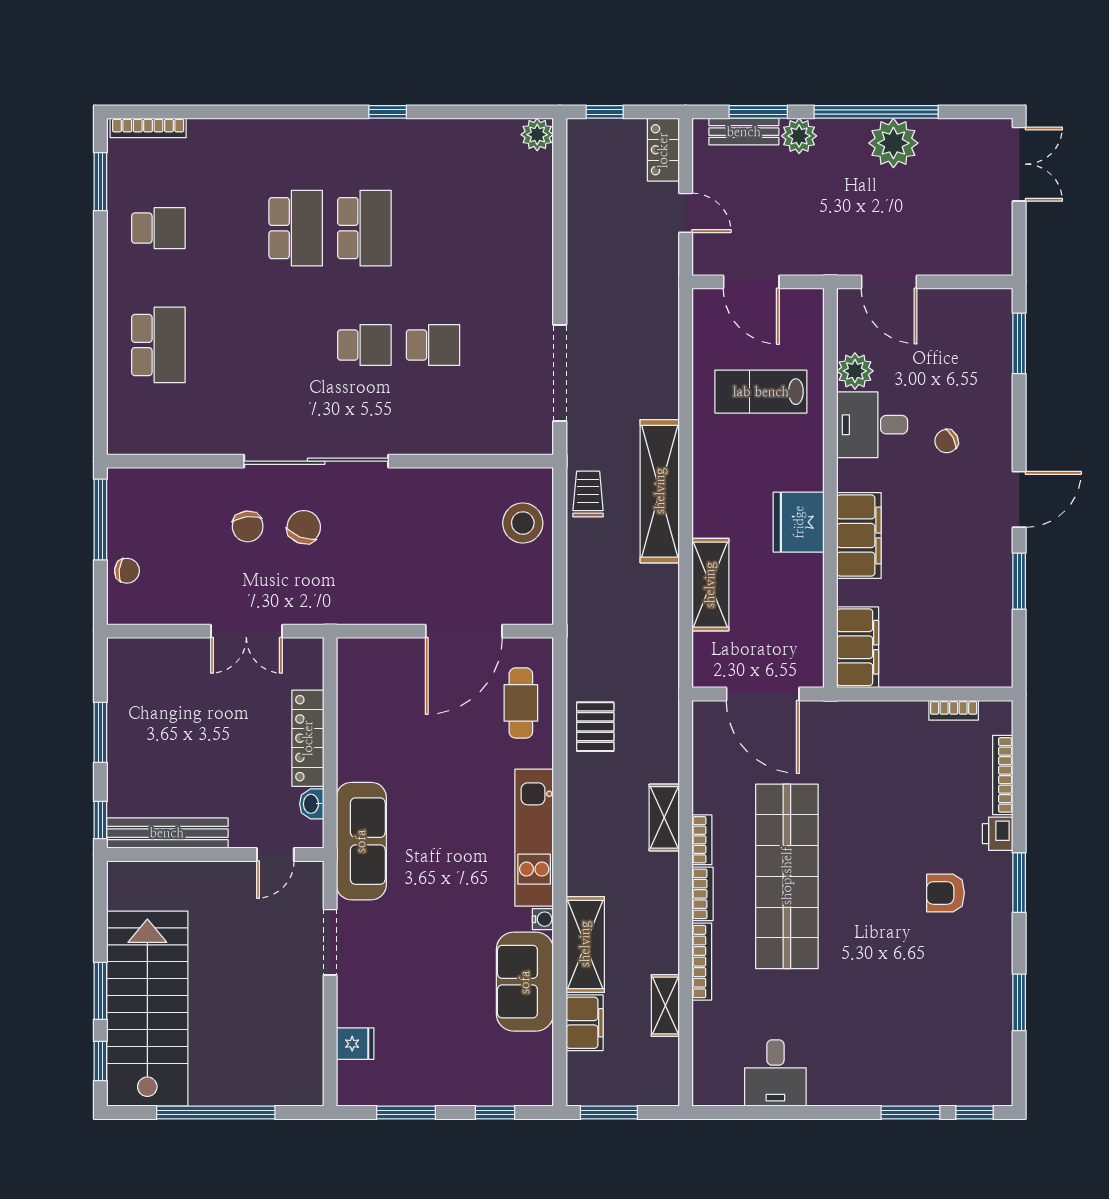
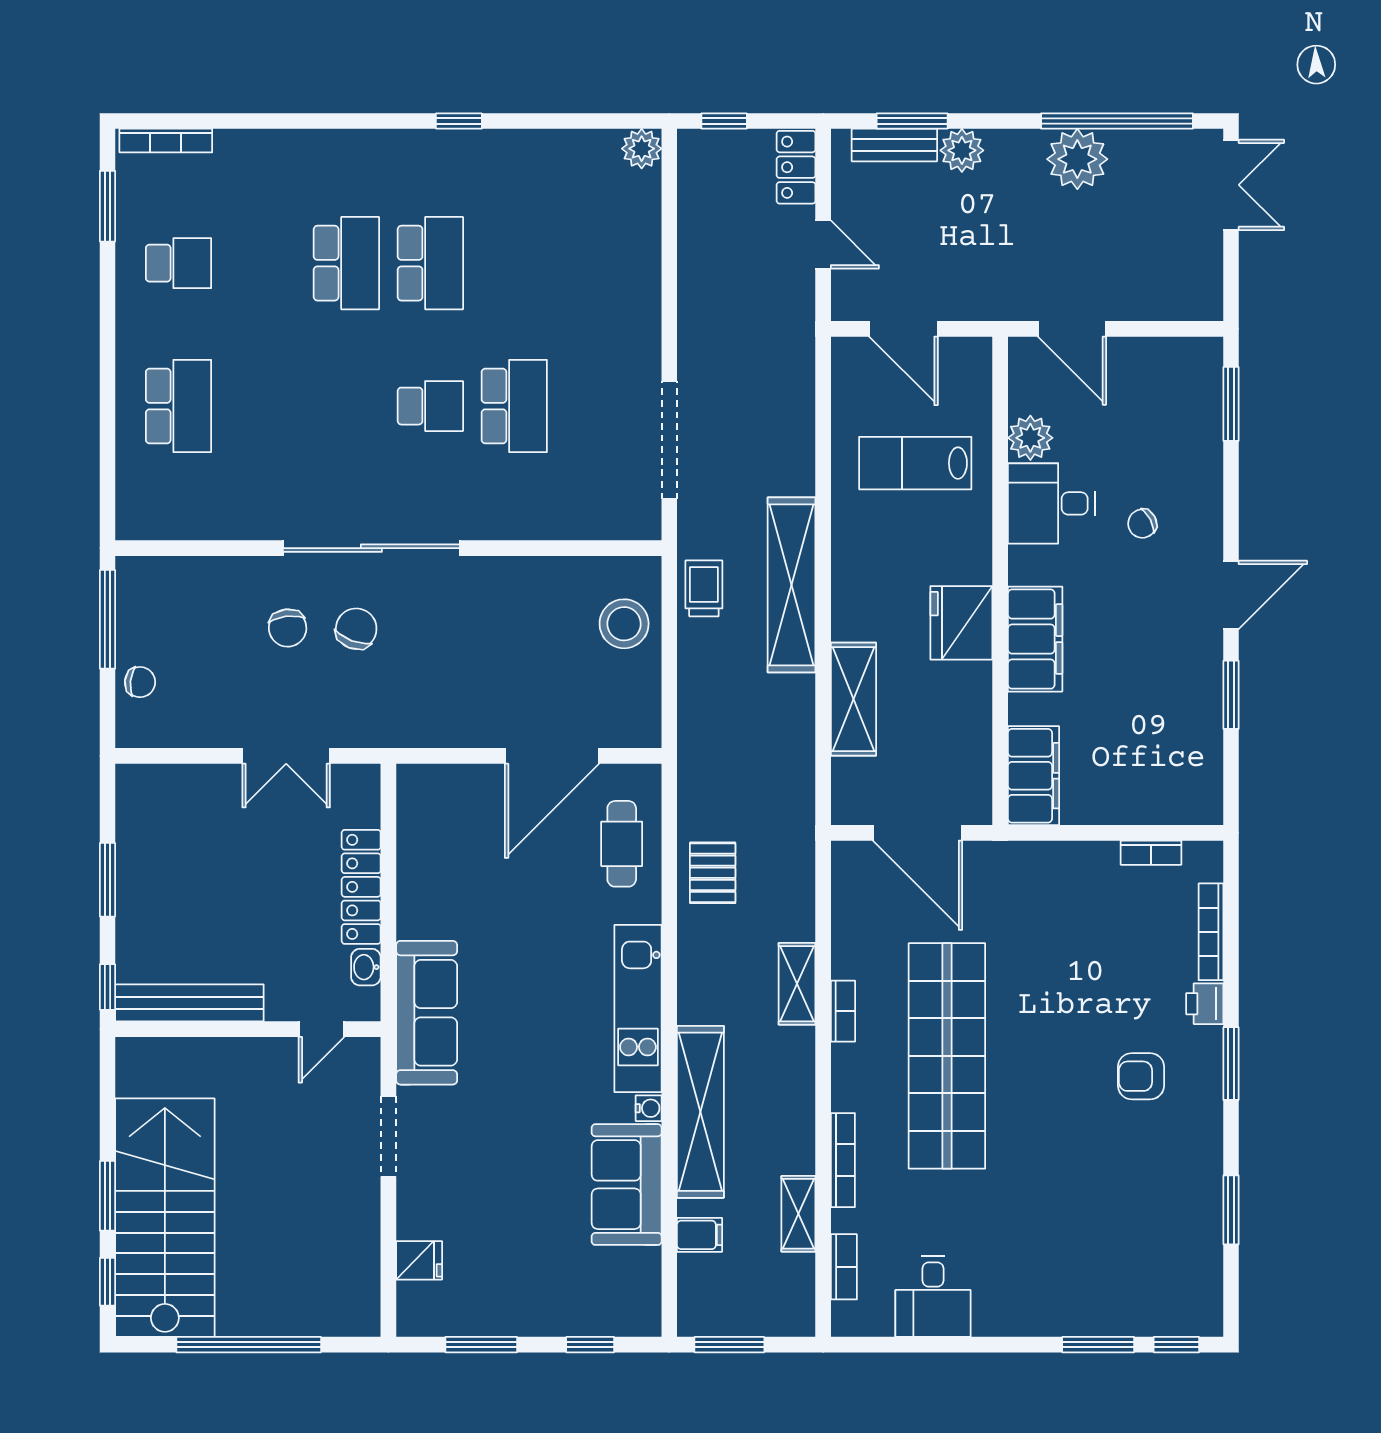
window: (876, 112) -> (1117, 121), moved
school desk: (433, 345) -> (514, 406), width x1.85
bookcase: (703, 894) -> (844, 1267), moved
shelving: (585, 944) -> (700, 1112), width x1.47
filing cabinet: (585, 1023) -> (700, 1235), width x0.50

